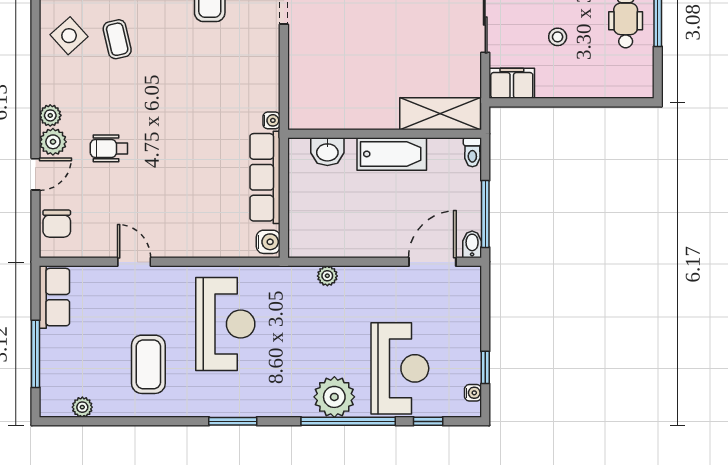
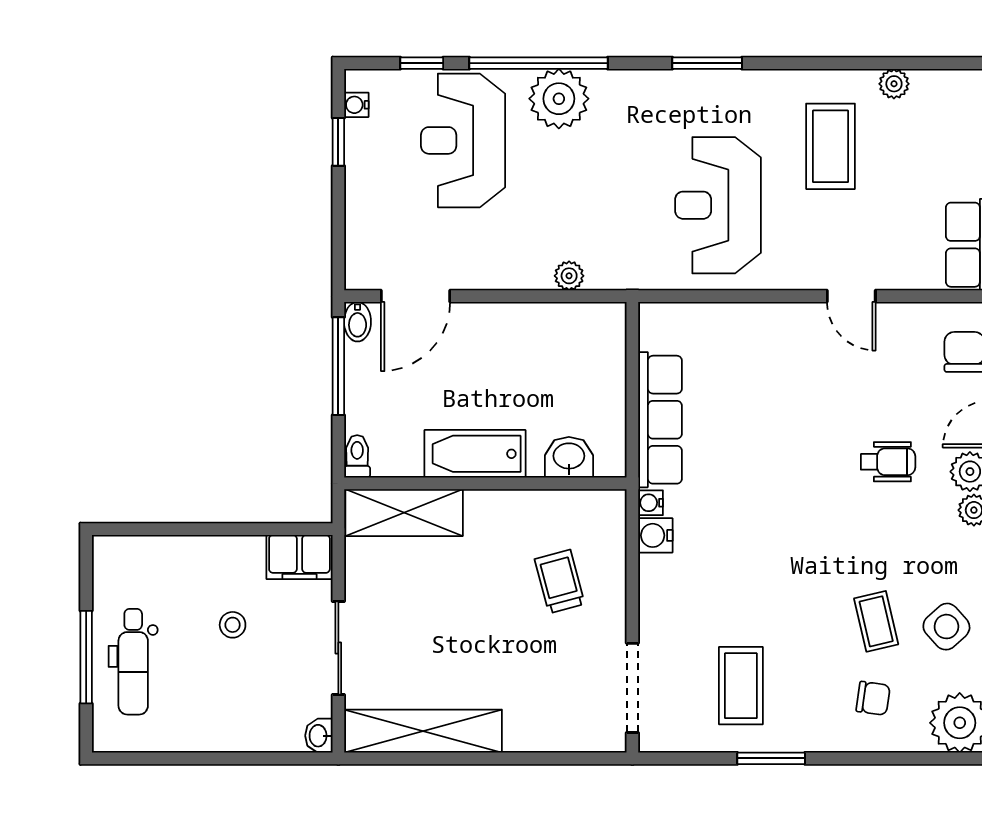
trolley: (334, 66) -> (560, 582), added
water cooler: (268, 242) -> (655, 535), moved
plant: (82, 407) -> (894, 84), moved

